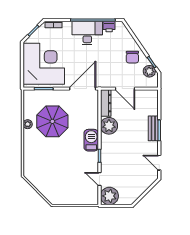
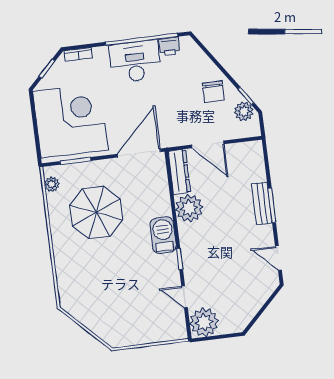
plant: (28, 124) -> (52, 184), moved

